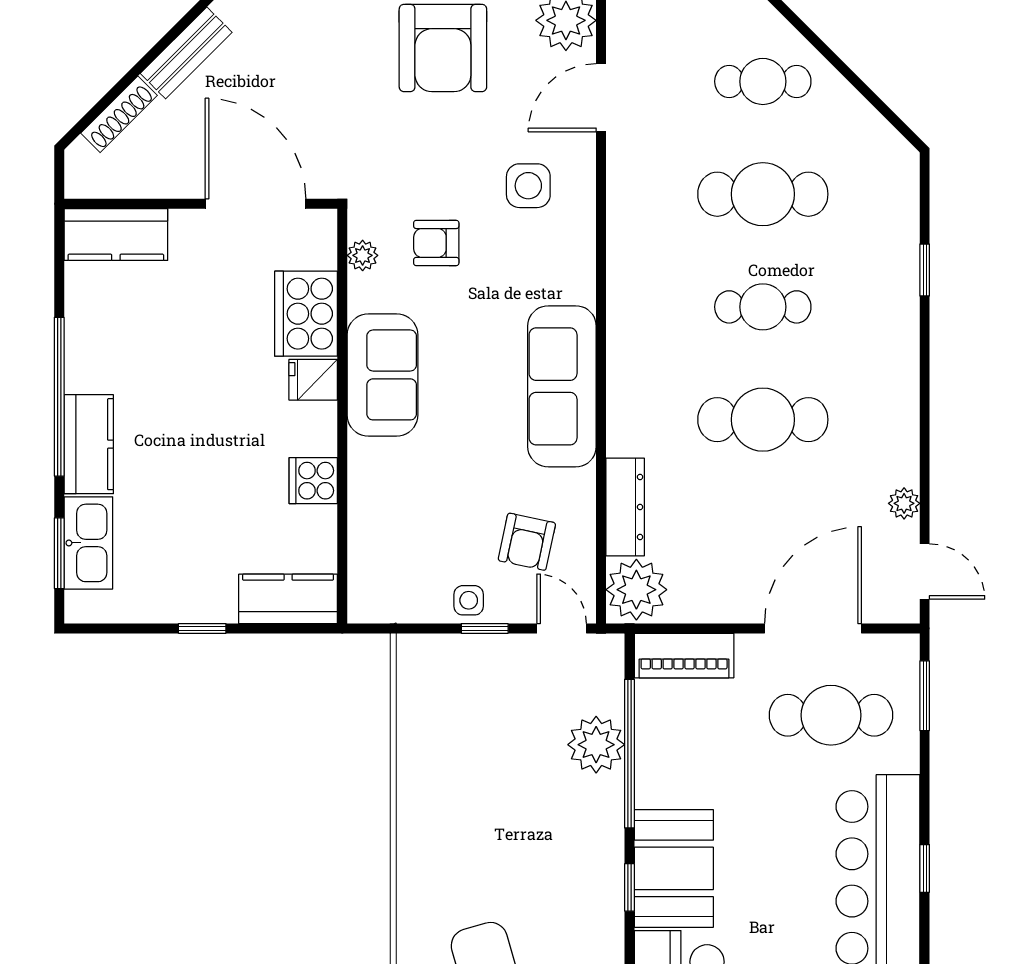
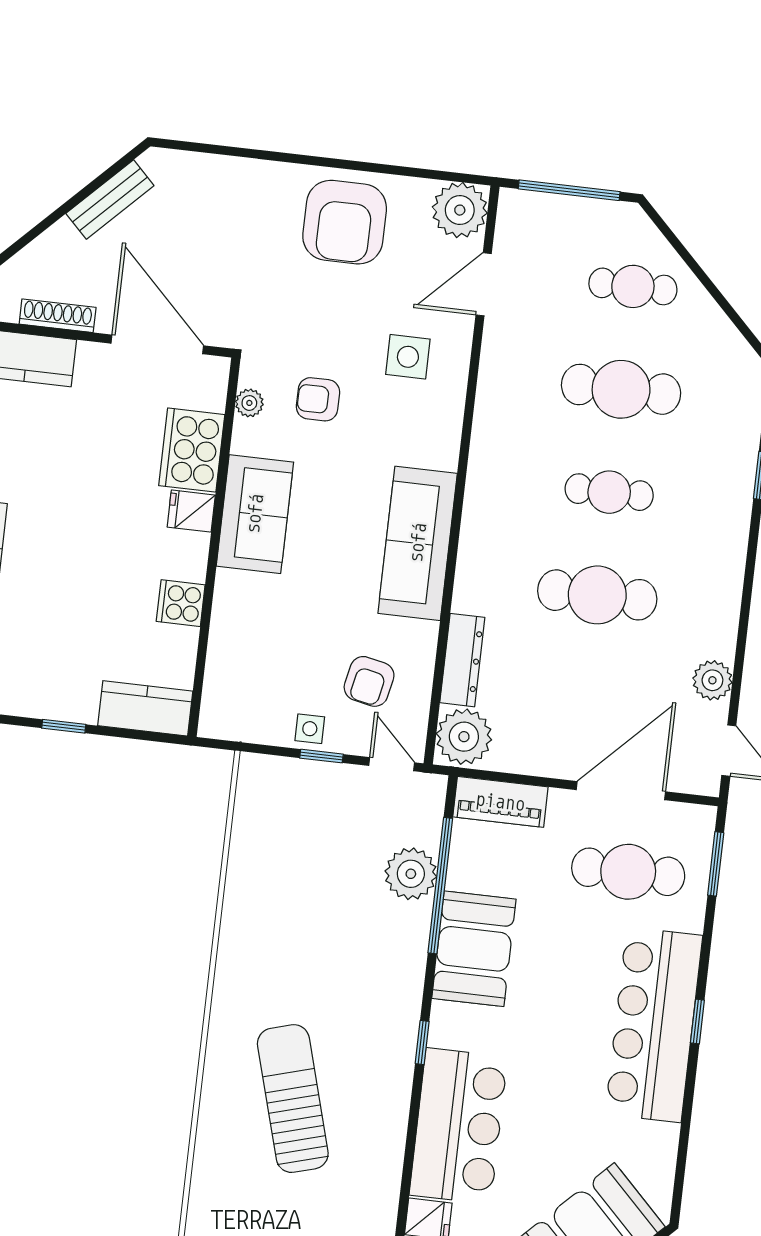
shoe rack: (119, 114) -> (58, 316), moved, turned -135
plant: (904, 503) -> (712, 680), width x1.38, depth x1.38
booth: (674, 868) -> (474, 949), moved
window: (629, 887) -> (422, 1042), moved

